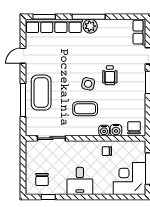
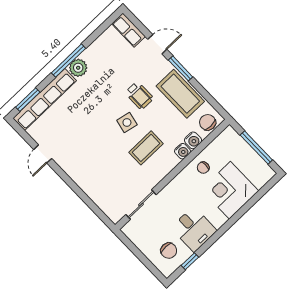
coffee table: (41, 93) -> (180, 94), moved
window: (23, 100) -> (82, 195), removed
corner desk: (129, 178) -> (230, 190), moved
desk: (80, 181) -> (194, 229), moved

